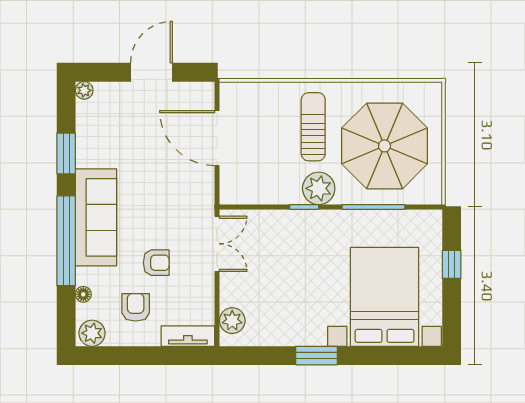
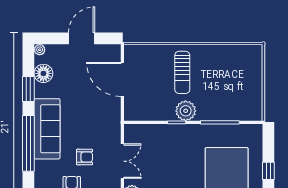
sun lounger: (313, 127) -> (182, 72), turned 180
parasol: (385, 146) -> (227, 84), removed
double door: (217, 244) -> (122, 161), moved
window: (452, 264) -> (268, 171), moved
floor lamp: (83, 294) -> (43, 73), moved, width x1.89, depth x1.89

